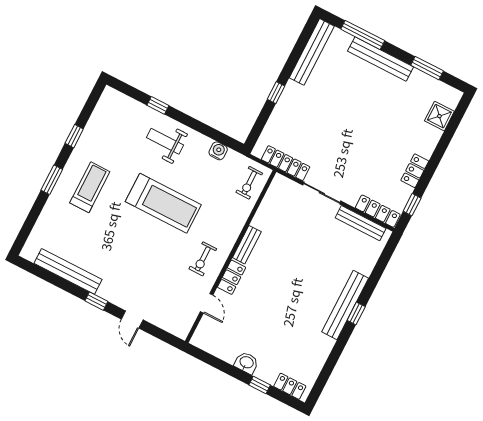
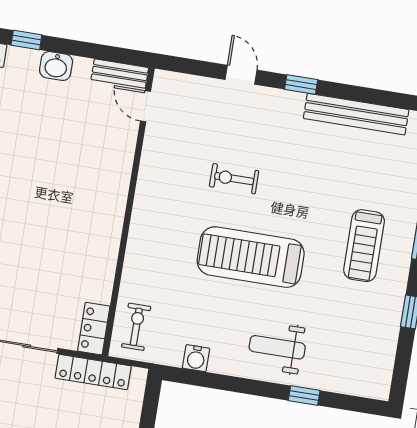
weight bench: (165, 141) -> (277, 347), turned 180
bench: (247, 245) -> (120, 73), moved, turned 90
exercise bike: (203, 259) -> (234, 179), moved, turned -90
locker: (232, 277) -> (94, 329), moved
door: (207, 303) -> (146, 106), moved

